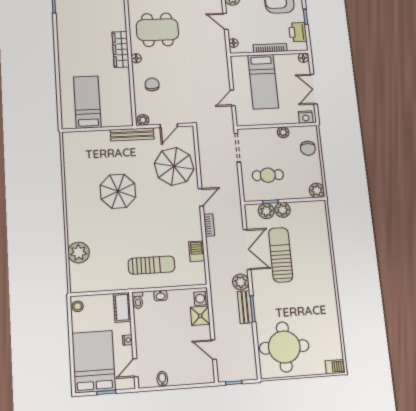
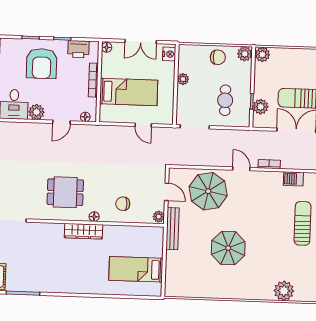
dining table: (157, 30) -> (65, 192), width x0.73
chair: (308, 148) -> (218, 57), moved
plant: (283, 210) -> (262, 54), moved

